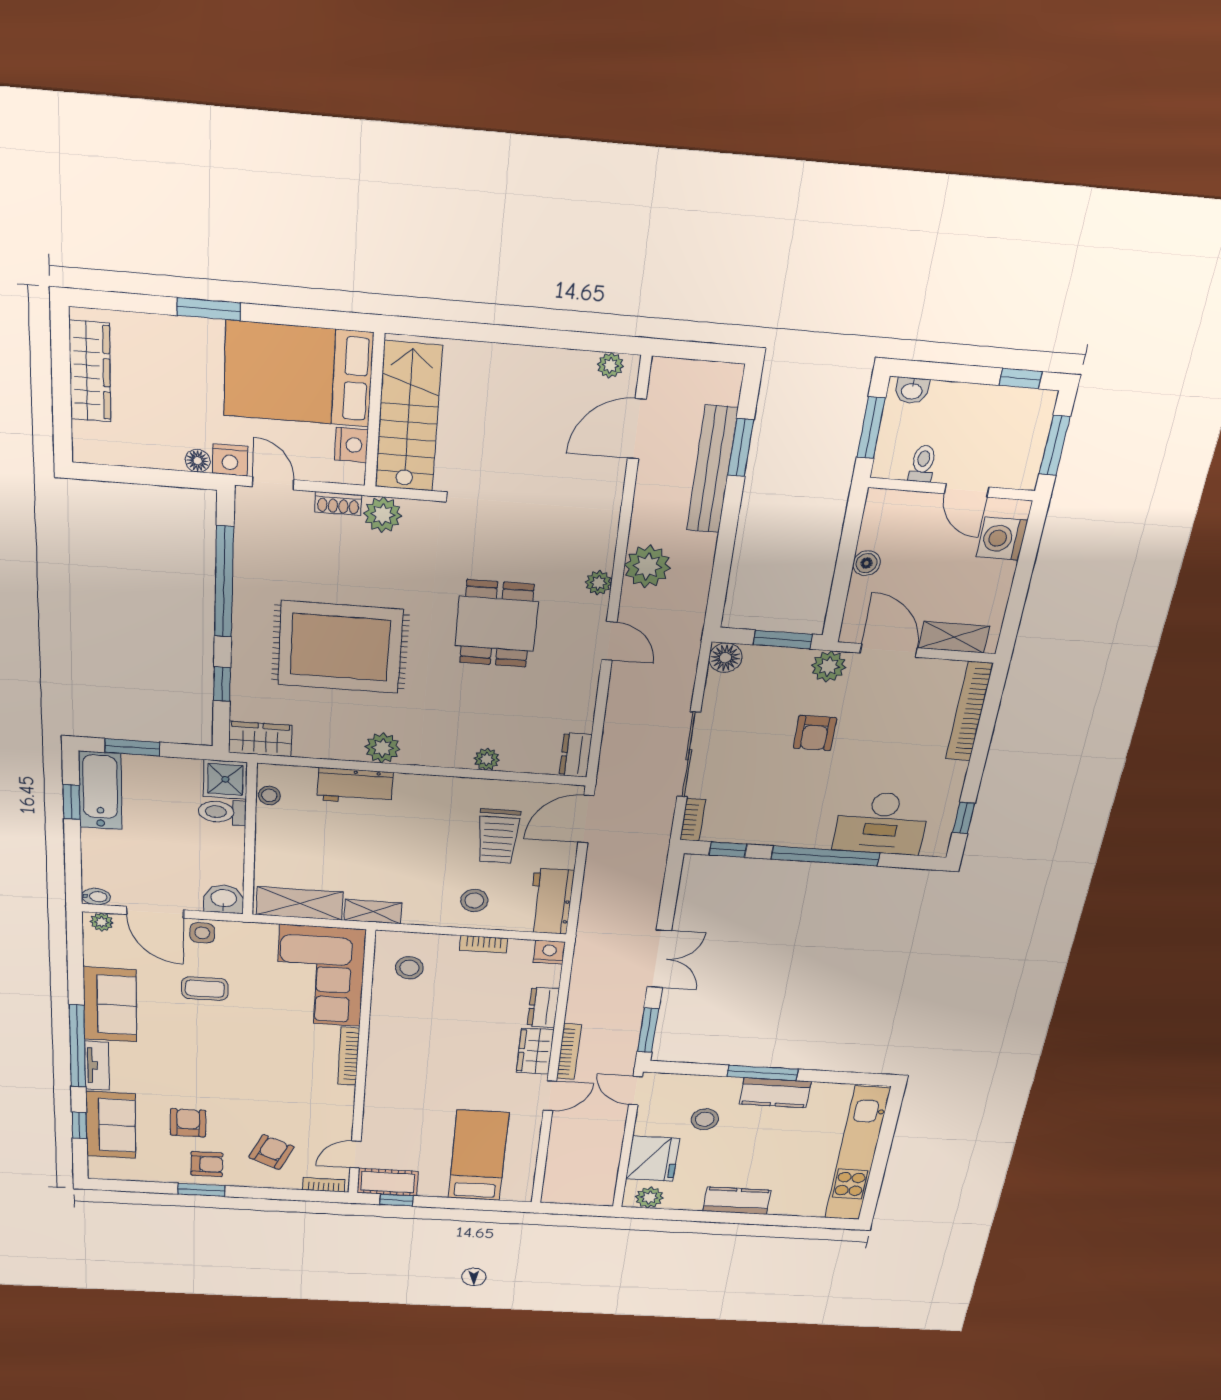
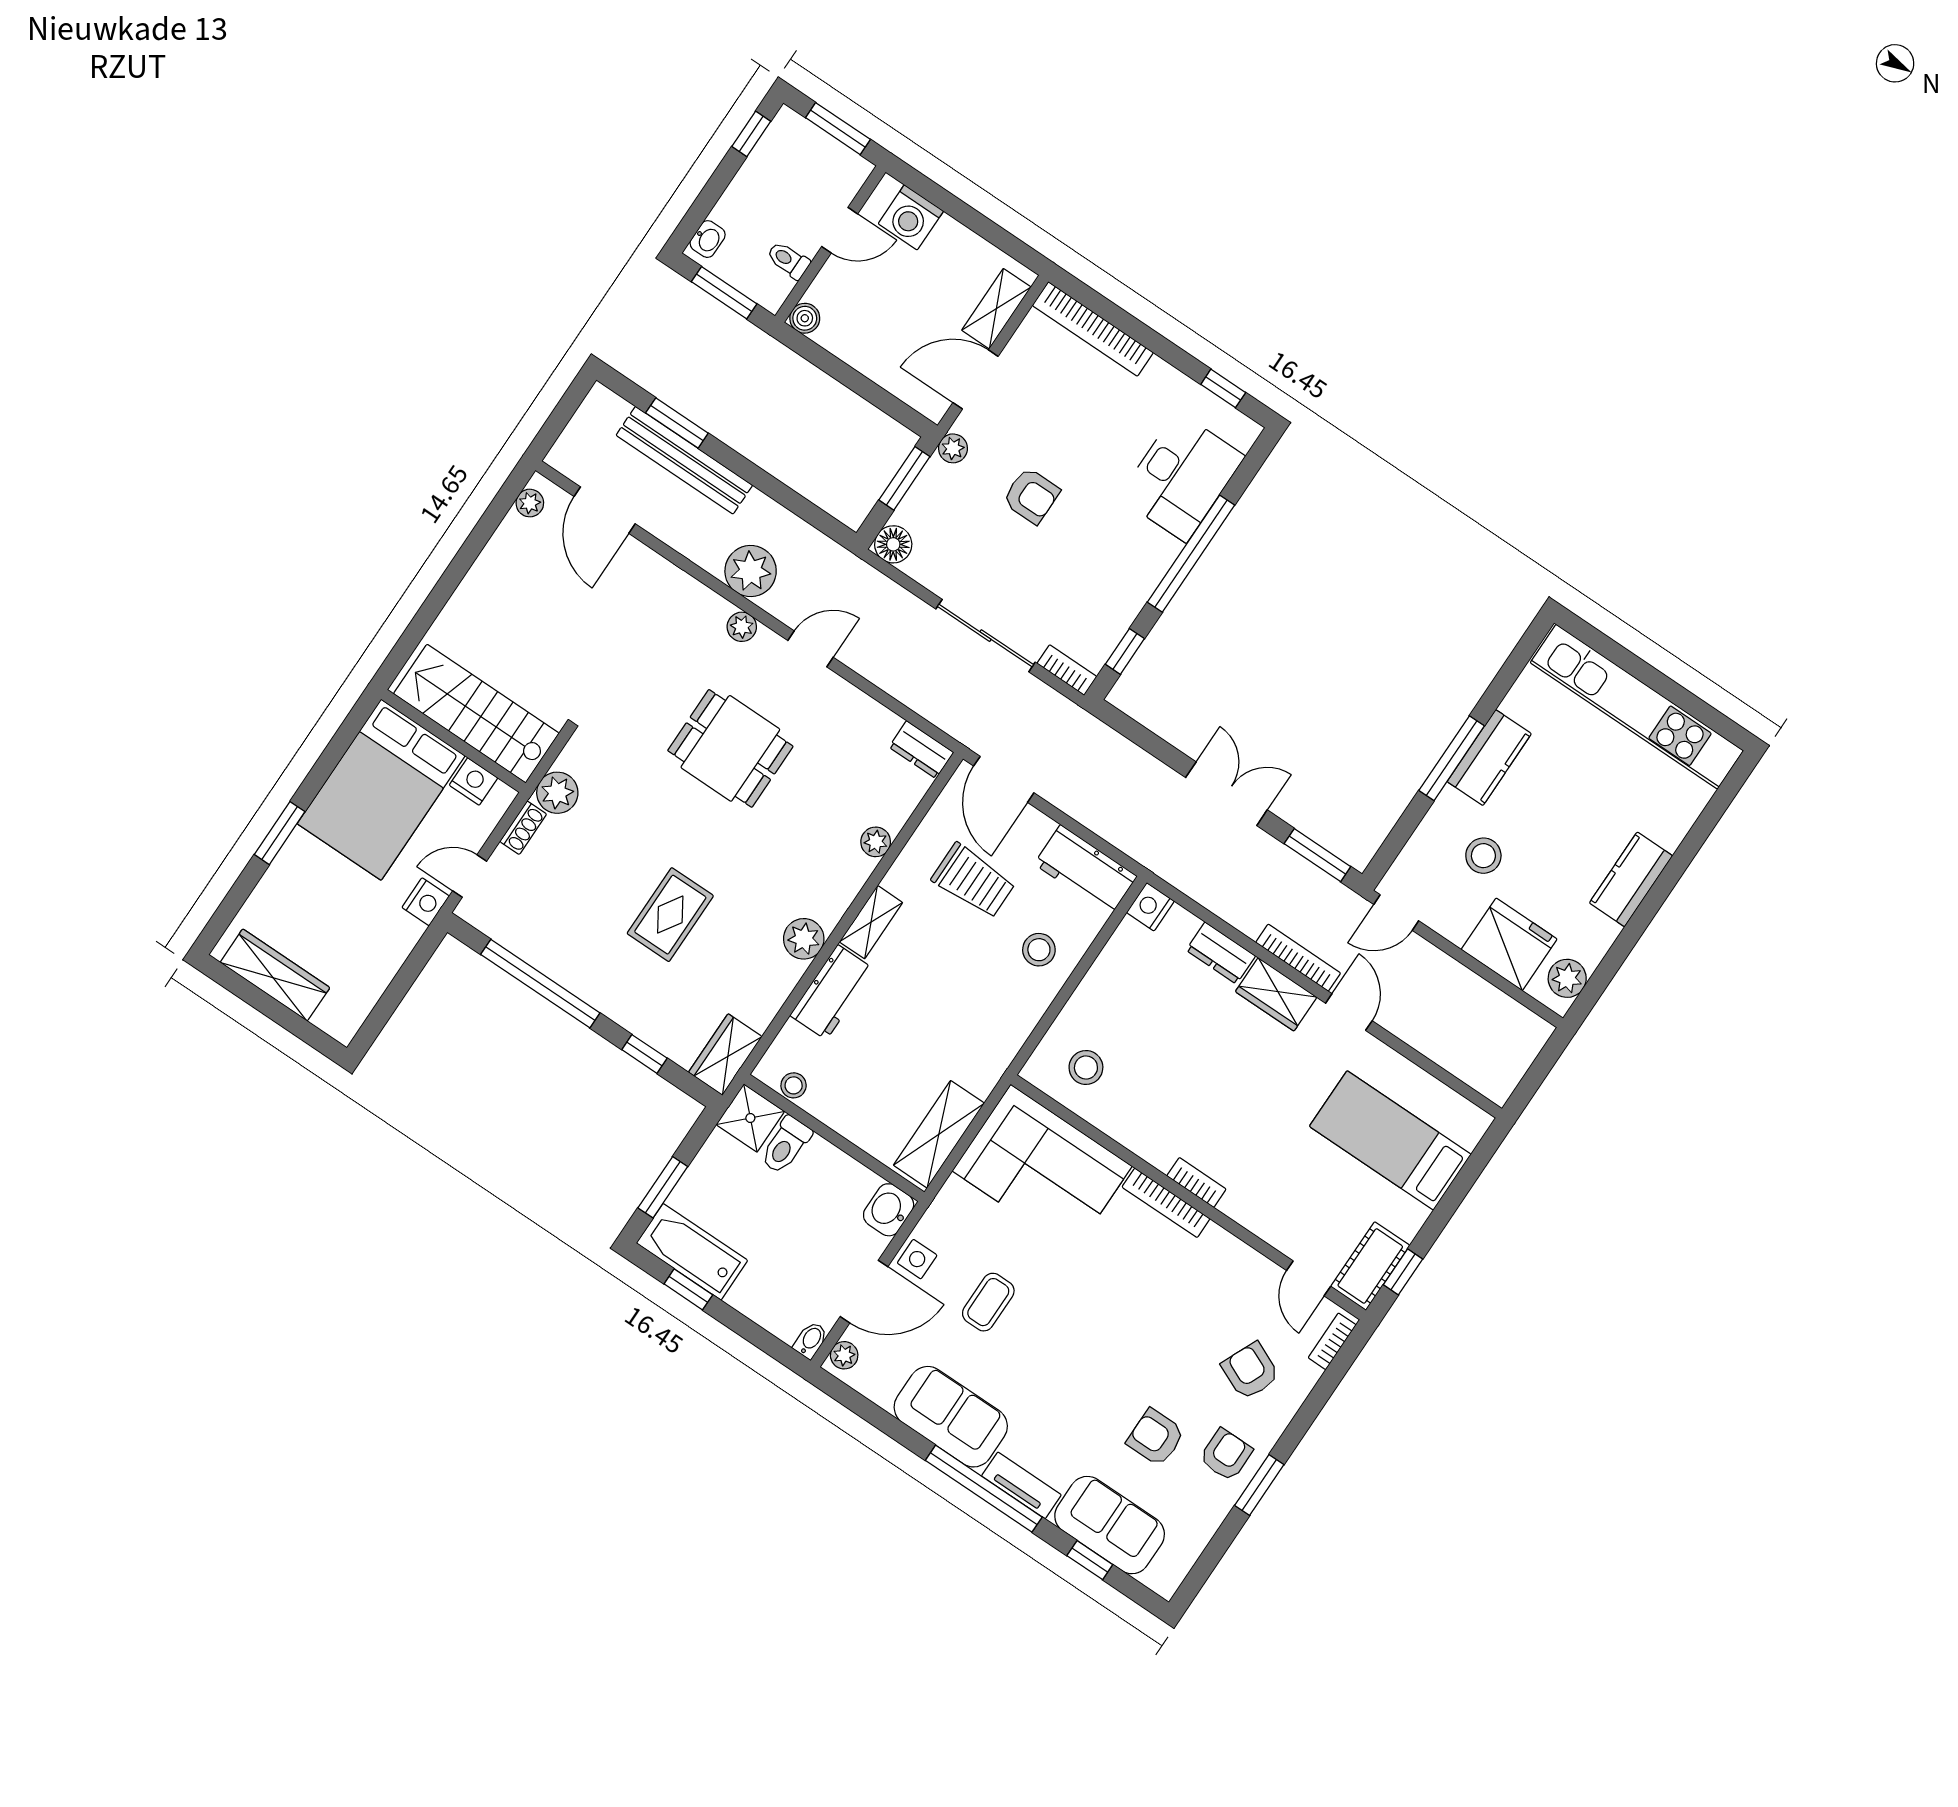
floor lamp: (198, 461) -> (410, 932), removed
boiler: (867, 563) -> (805, 318), moved
rug: (340, 647) -> (670, 915), width x0.54, depth x0.49
plant: (829, 666) -> (953, 448), width x0.73, depth x0.73
shelving: (373, 912) -> (871, 922), moved
bookcase: (484, 944) -> (1196, 1182), moved, turned -90

